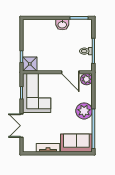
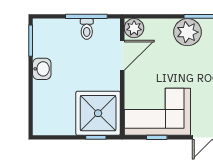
shower: (30, 64) -> (98, 113), width x1.86, depth x1.86

